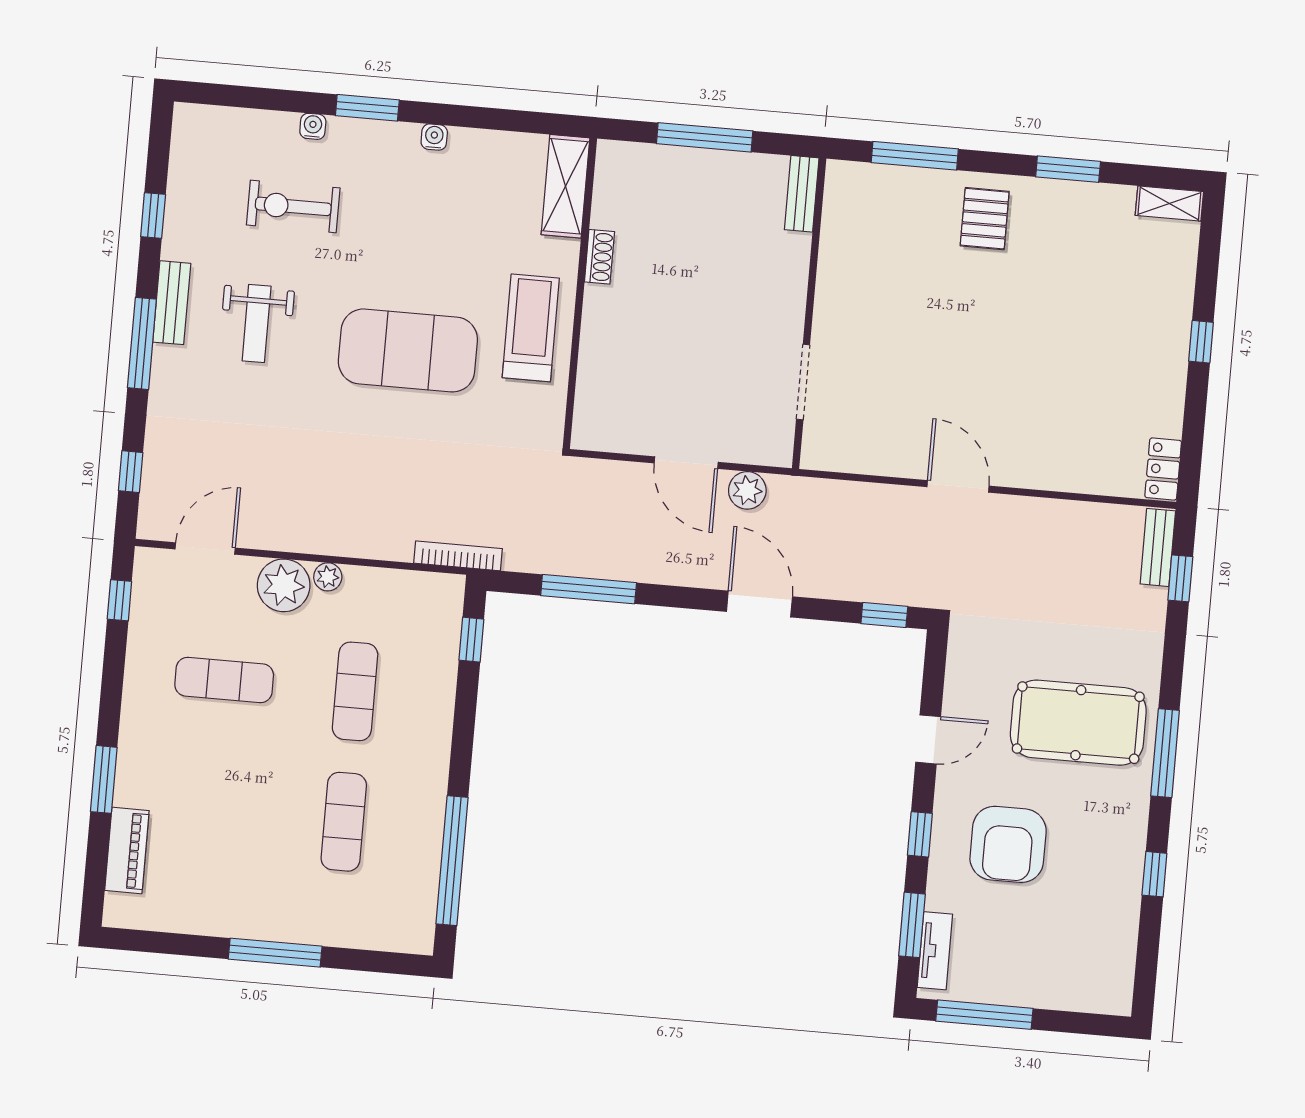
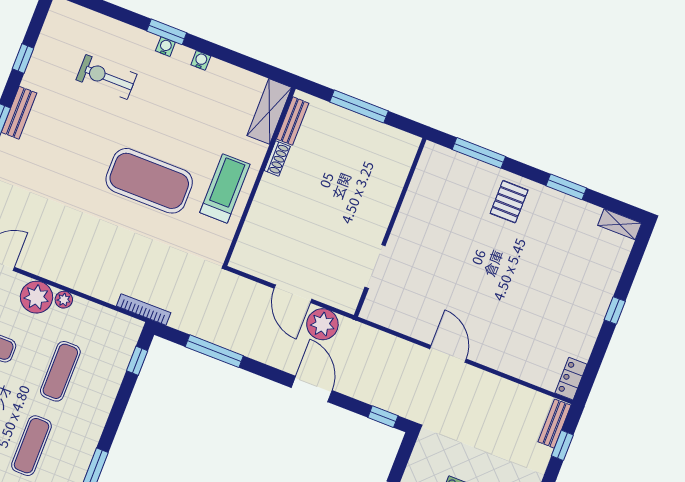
water cooler: (313, 126) -> (165, 47), moved
bench: (802, 194) -> (293, 121), moved
weight bench: (257, 323) -> (65, 139), removed
plant: (747, 490) -> (322, 324), width x1.36, depth x1.36

